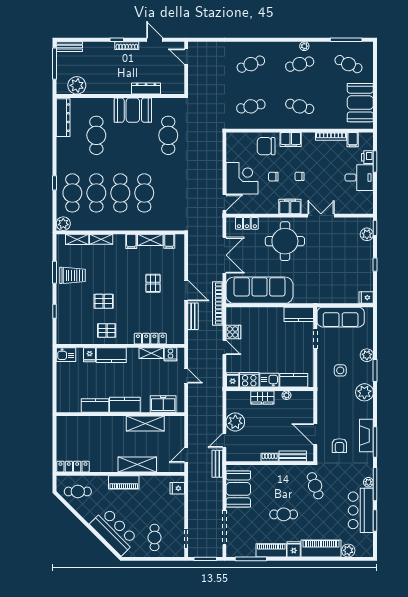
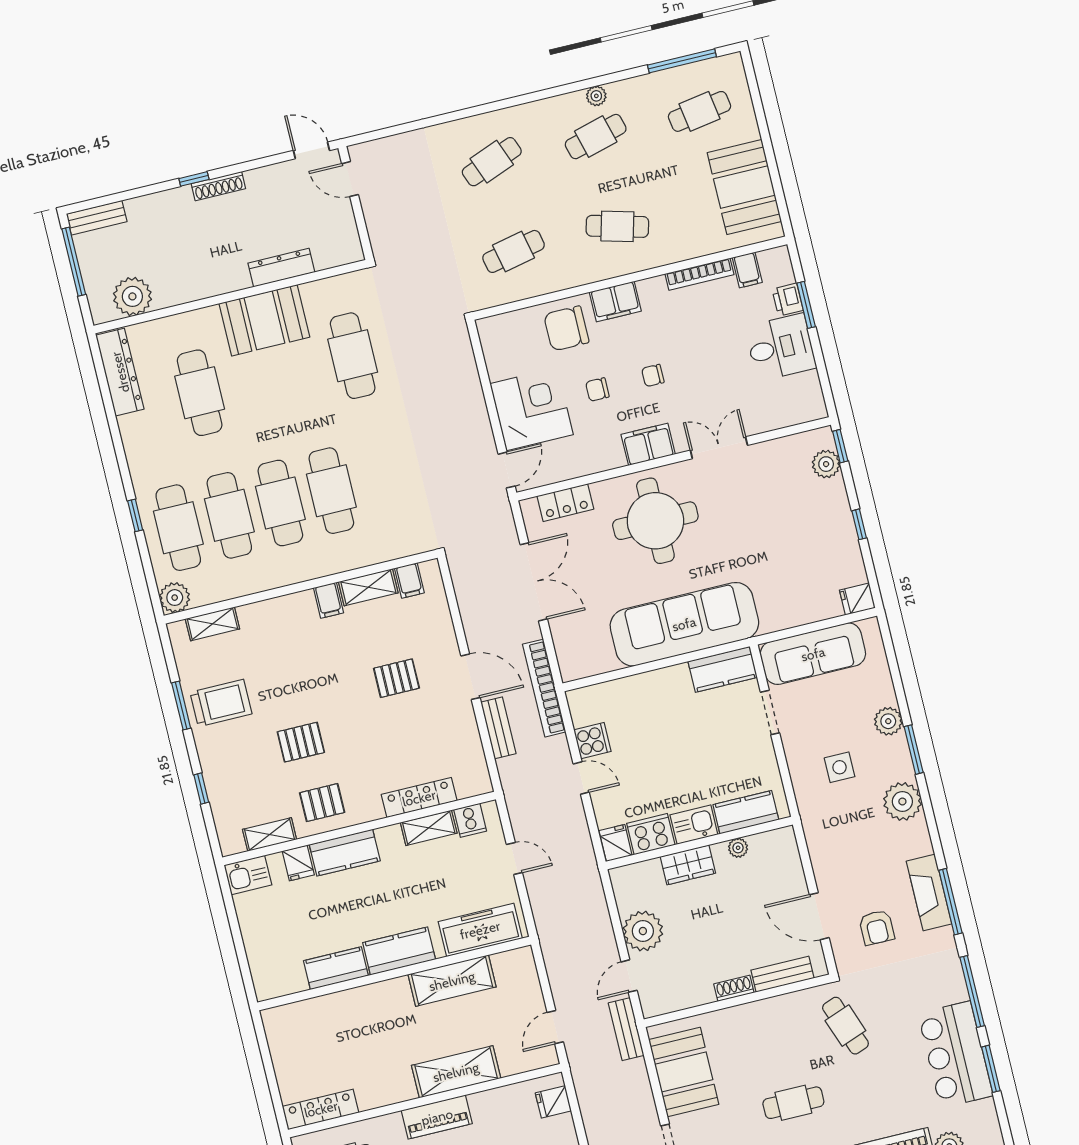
door: (155, 40) -> (311, 150), moved
cafe table: (348, 64) -> (699, 111), turned -33
shelving: (101, 239) -> (270, 834), moved
pallet: (153, 283) -> (396, 678), turned 90
sofa: (259, 290) -> (684, 624), moved
freezer: (163, 404) -> (480, 930), width x1.40
plant: (368, 482) -> (957, 991), removed

